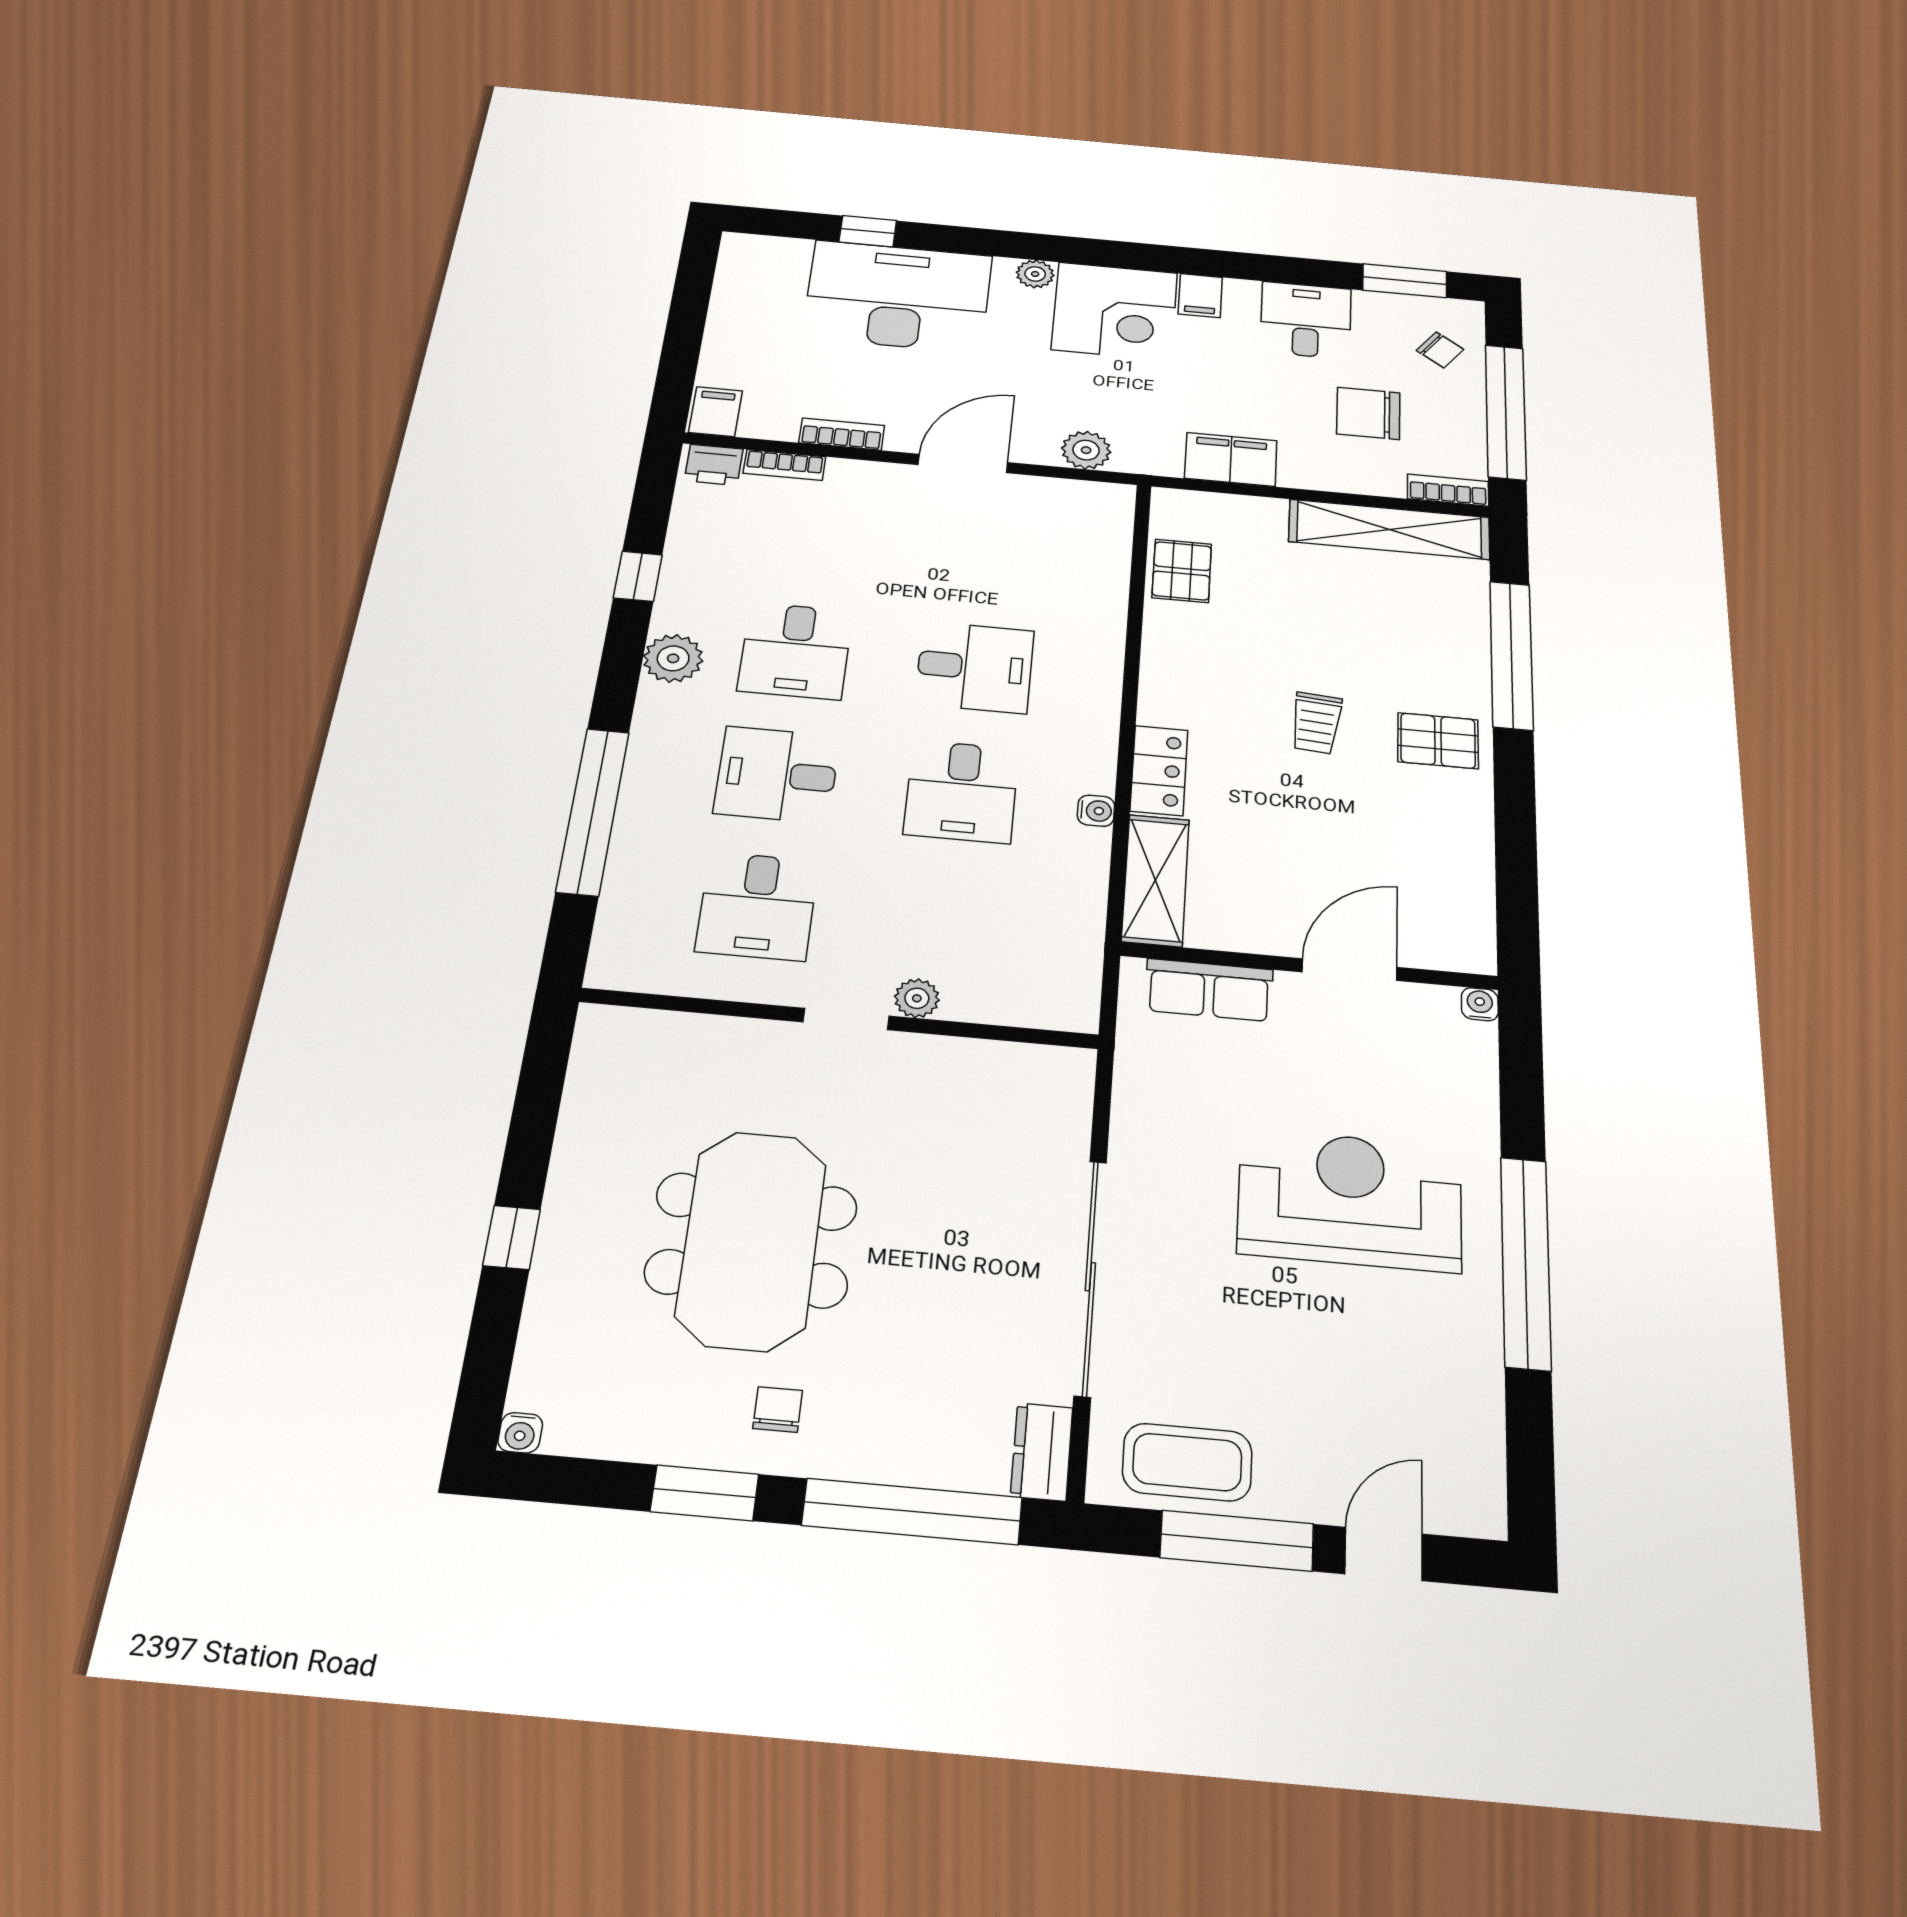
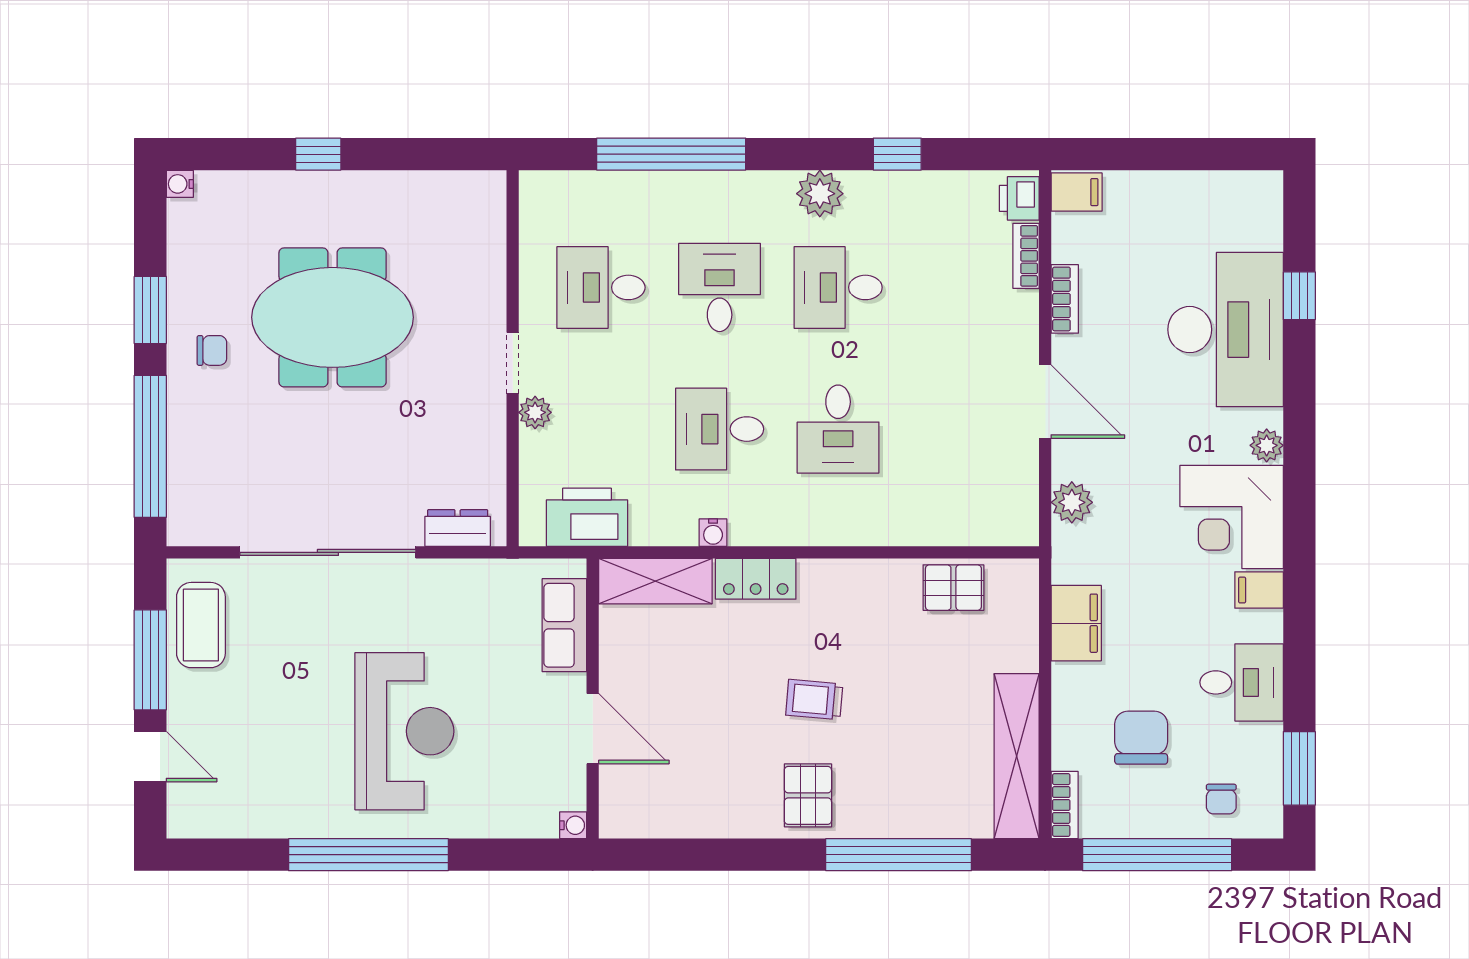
chair: (1440, 350) -> (1221, 799), turned -36
printer: (1065, 950) -> (587, 517), added
dresser: (1042, 1452) -> (458, 528), moved

